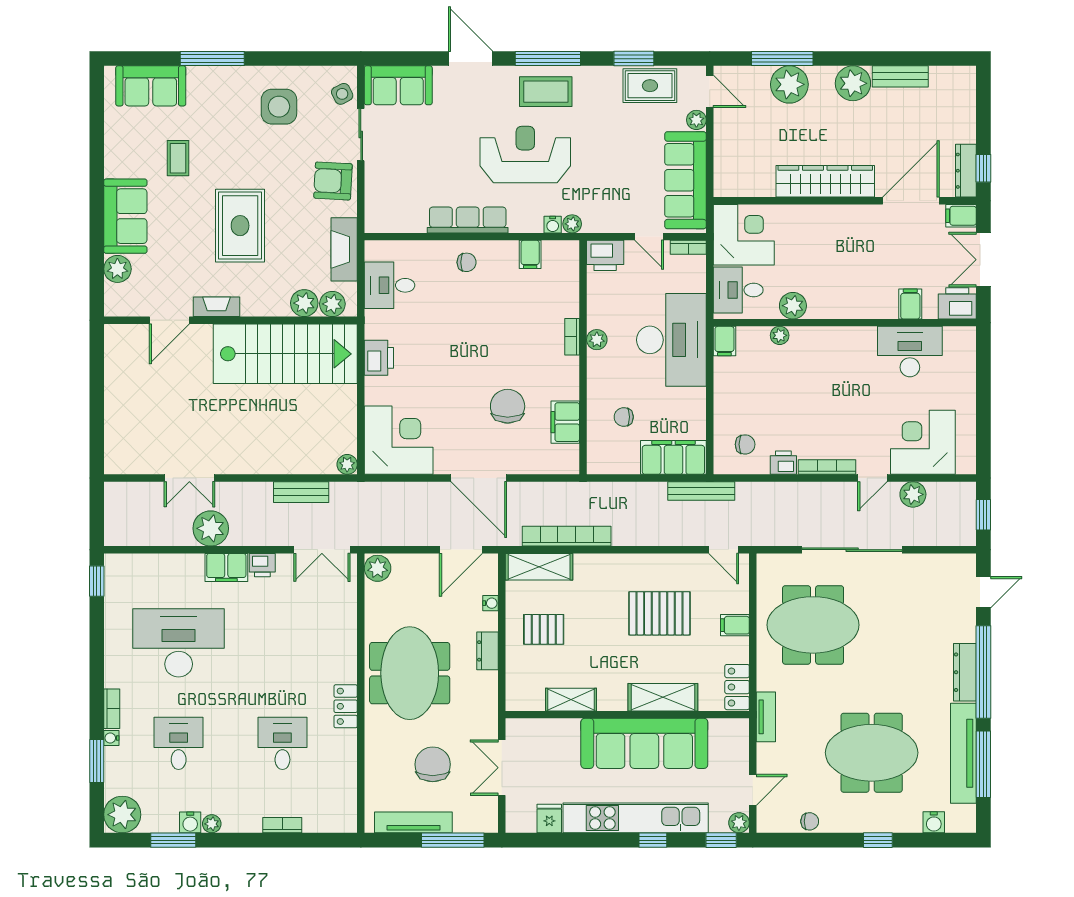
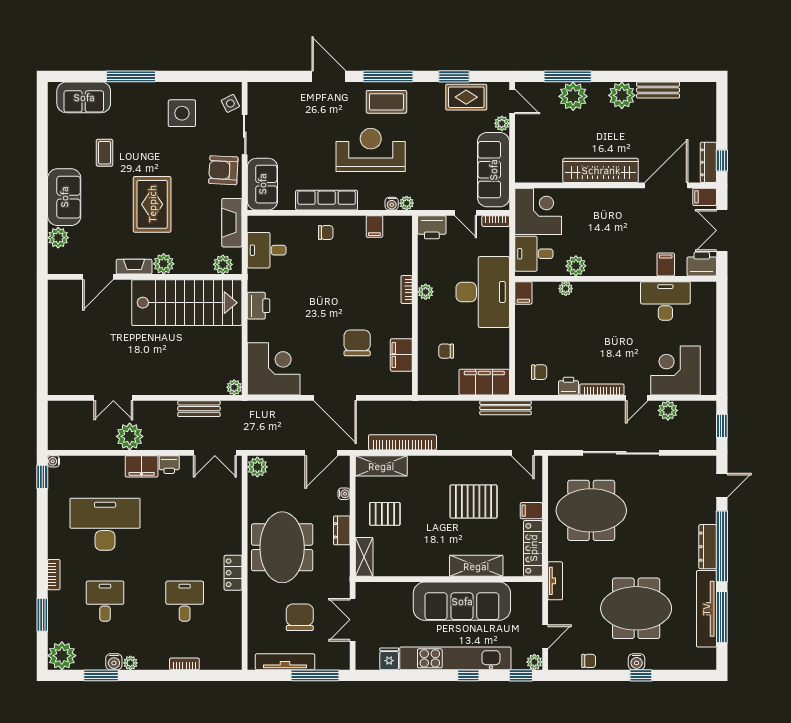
sofa: (398, 85) -> (262, 184), moved, turned -90
plant: (304, 303) -> (164, 264), moved
locker: (737, 687) -> (533, 548), width x1.53
shelving: (571, 700) -> (364, 557), moved, turned 90
water cooler: (111, 738) -> (54, 461), moved
water cooler: (934, 822) -> (637, 662), moved

